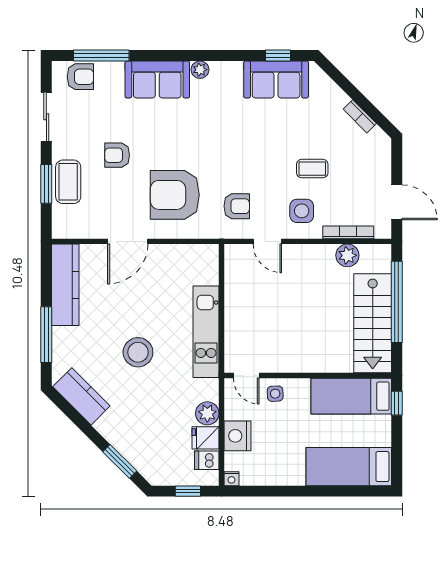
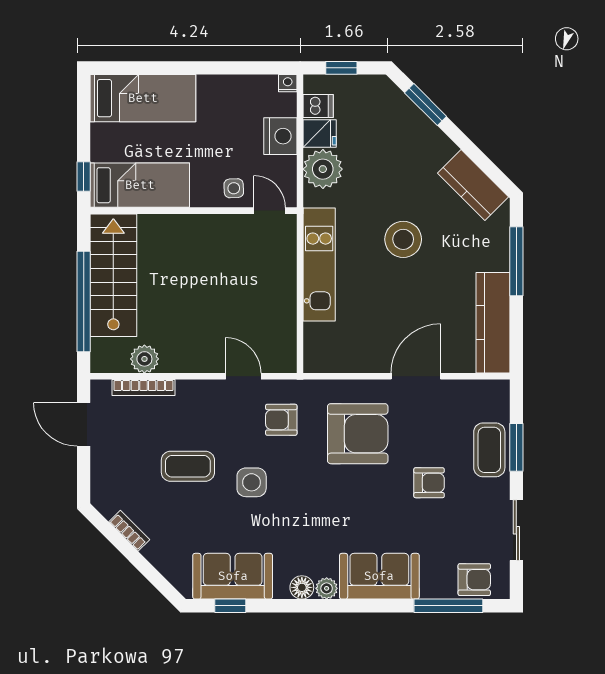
floor lamp: (220, 70) -> (302, 587), added
armchair: (80, 77) -> (474, 580), turned 180
coffee table: (312, 169) -> (188, 466), width x1.36, depth x1.30
side table: (302, 211) -> (252, 482), moved
plant: (207, 413) -> (323, 169), width x1.36, depth x1.36

